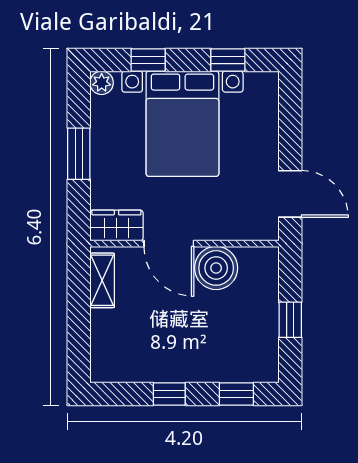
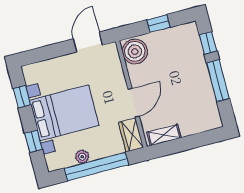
plant: (102, 83) -> (82, 157), moved
window: (79, 154) -> (96, 167), width x2.11
boiler: (216, 268) -> (135, 51), moved
window: (169, 394) -> (218, 81), width x2.17

